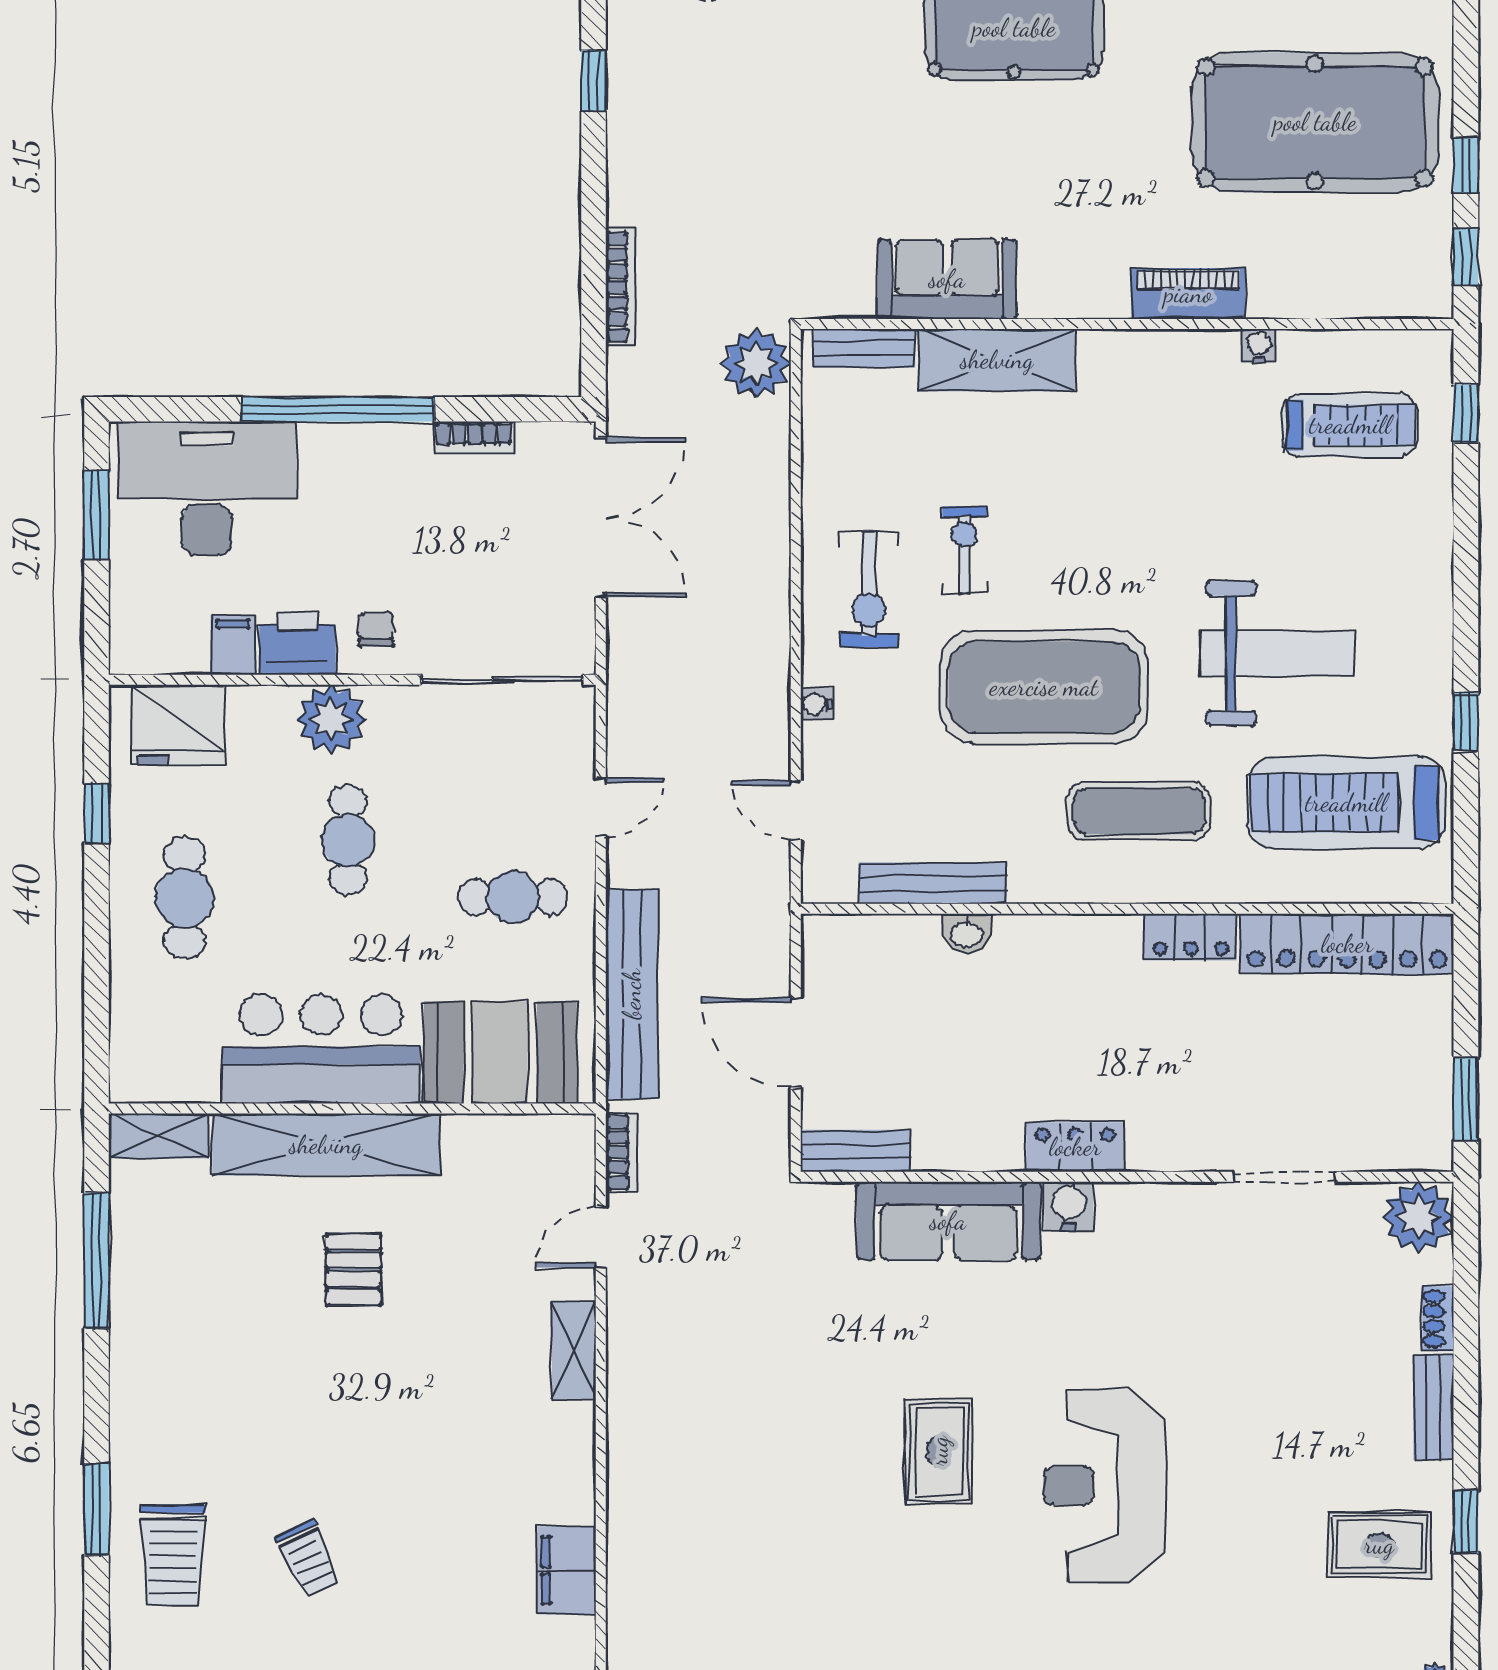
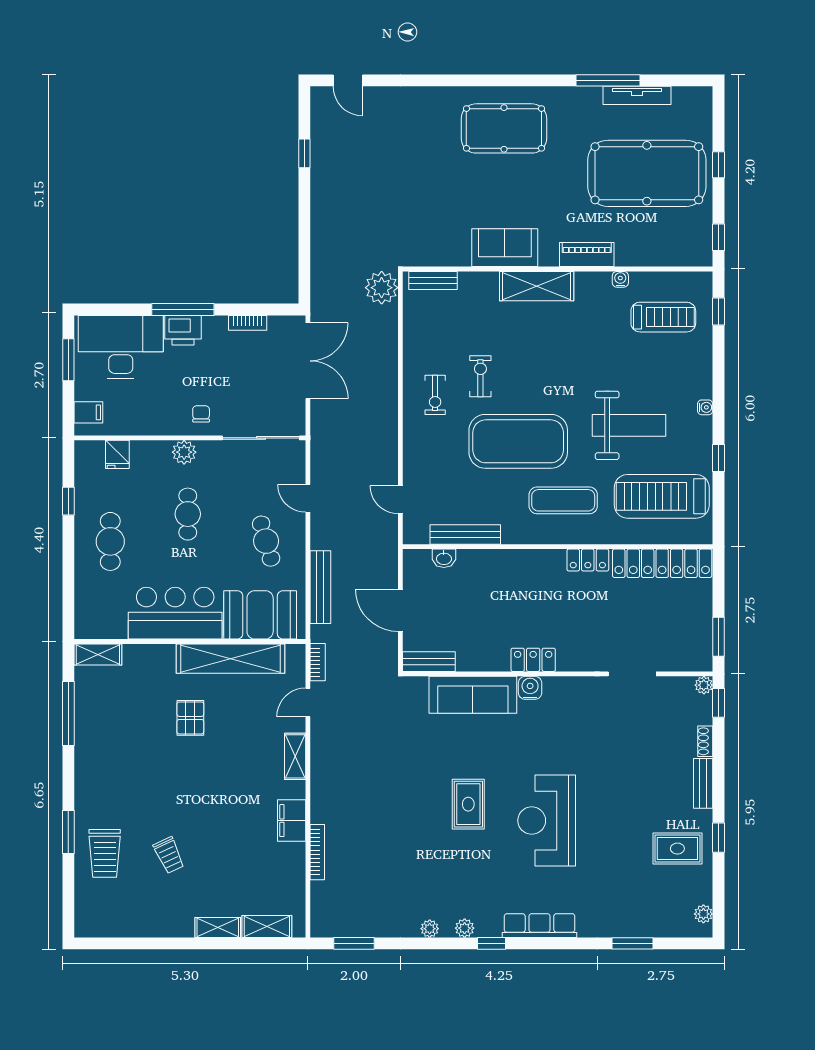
window: (1466, 166) -> (719, 165), moved
sofa: (947, 279) -> (505, 248), moved
bookcase: (621, 287) -> (317, 852), moved
shelving: (997, 360) -> (537, 286), moved
window: (338, 409) -> (183, 309), width x0.68
exercise bike: (869, 589) -> (435, 395), width x0.73, depth x0.72
printer: (297, 643) -> (183, 330), moved, turned 180
filing cabinet: (233, 645) -> (88, 412), moved, turned 90
water cooler: (817, 704) -> (705, 407), moved, turned 180
plant: (331, 719) -> (184, 452), width x0.73, depth x0.73
fridge: (178, 725) -> (117, 454), width x0.53, depth x0.75
door: (601, 807) -> (308, 498), swing flipped
cafe table: (513, 897) -> (266, 541), turned 74
washbasin: (967, 933) -> (444, 558), moved
bench: (632, 994) -> (320, 587), width x0.73, depth x0.82
shelving: (326, 1145) -> (230, 659), moved
plant: (1418, 1217) -> (704, 685), width x0.53, depth x0.53
window: (1466, 1238) -> (719, 703), added
filing cabinet: (567, 1570) -> (292, 821), moved

